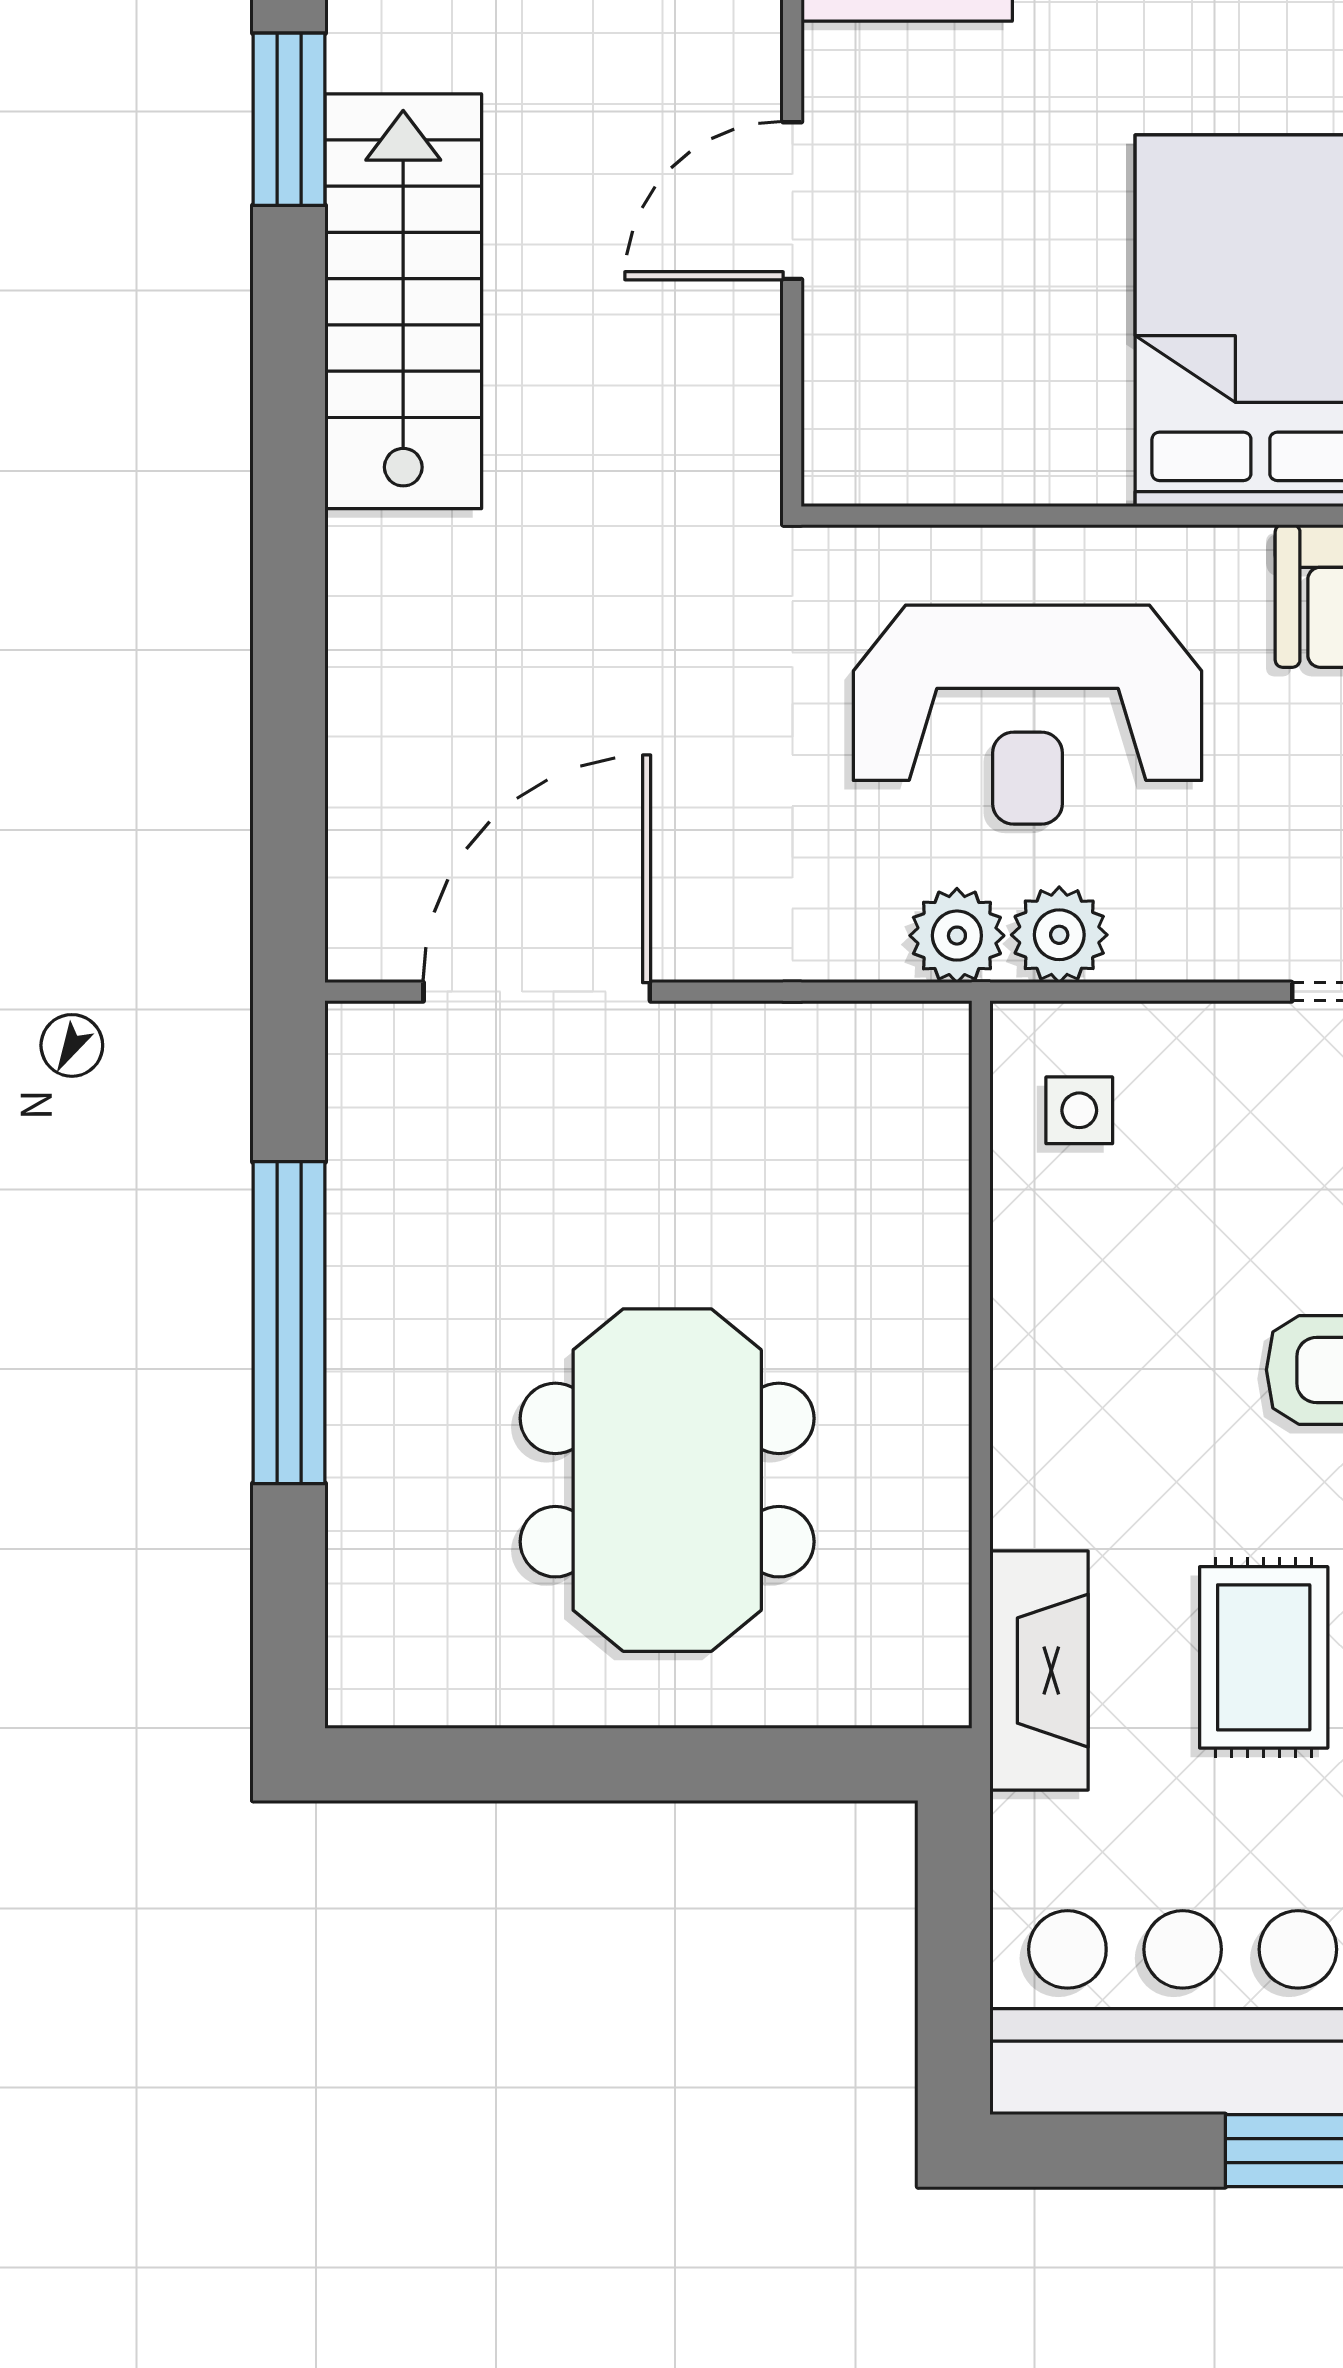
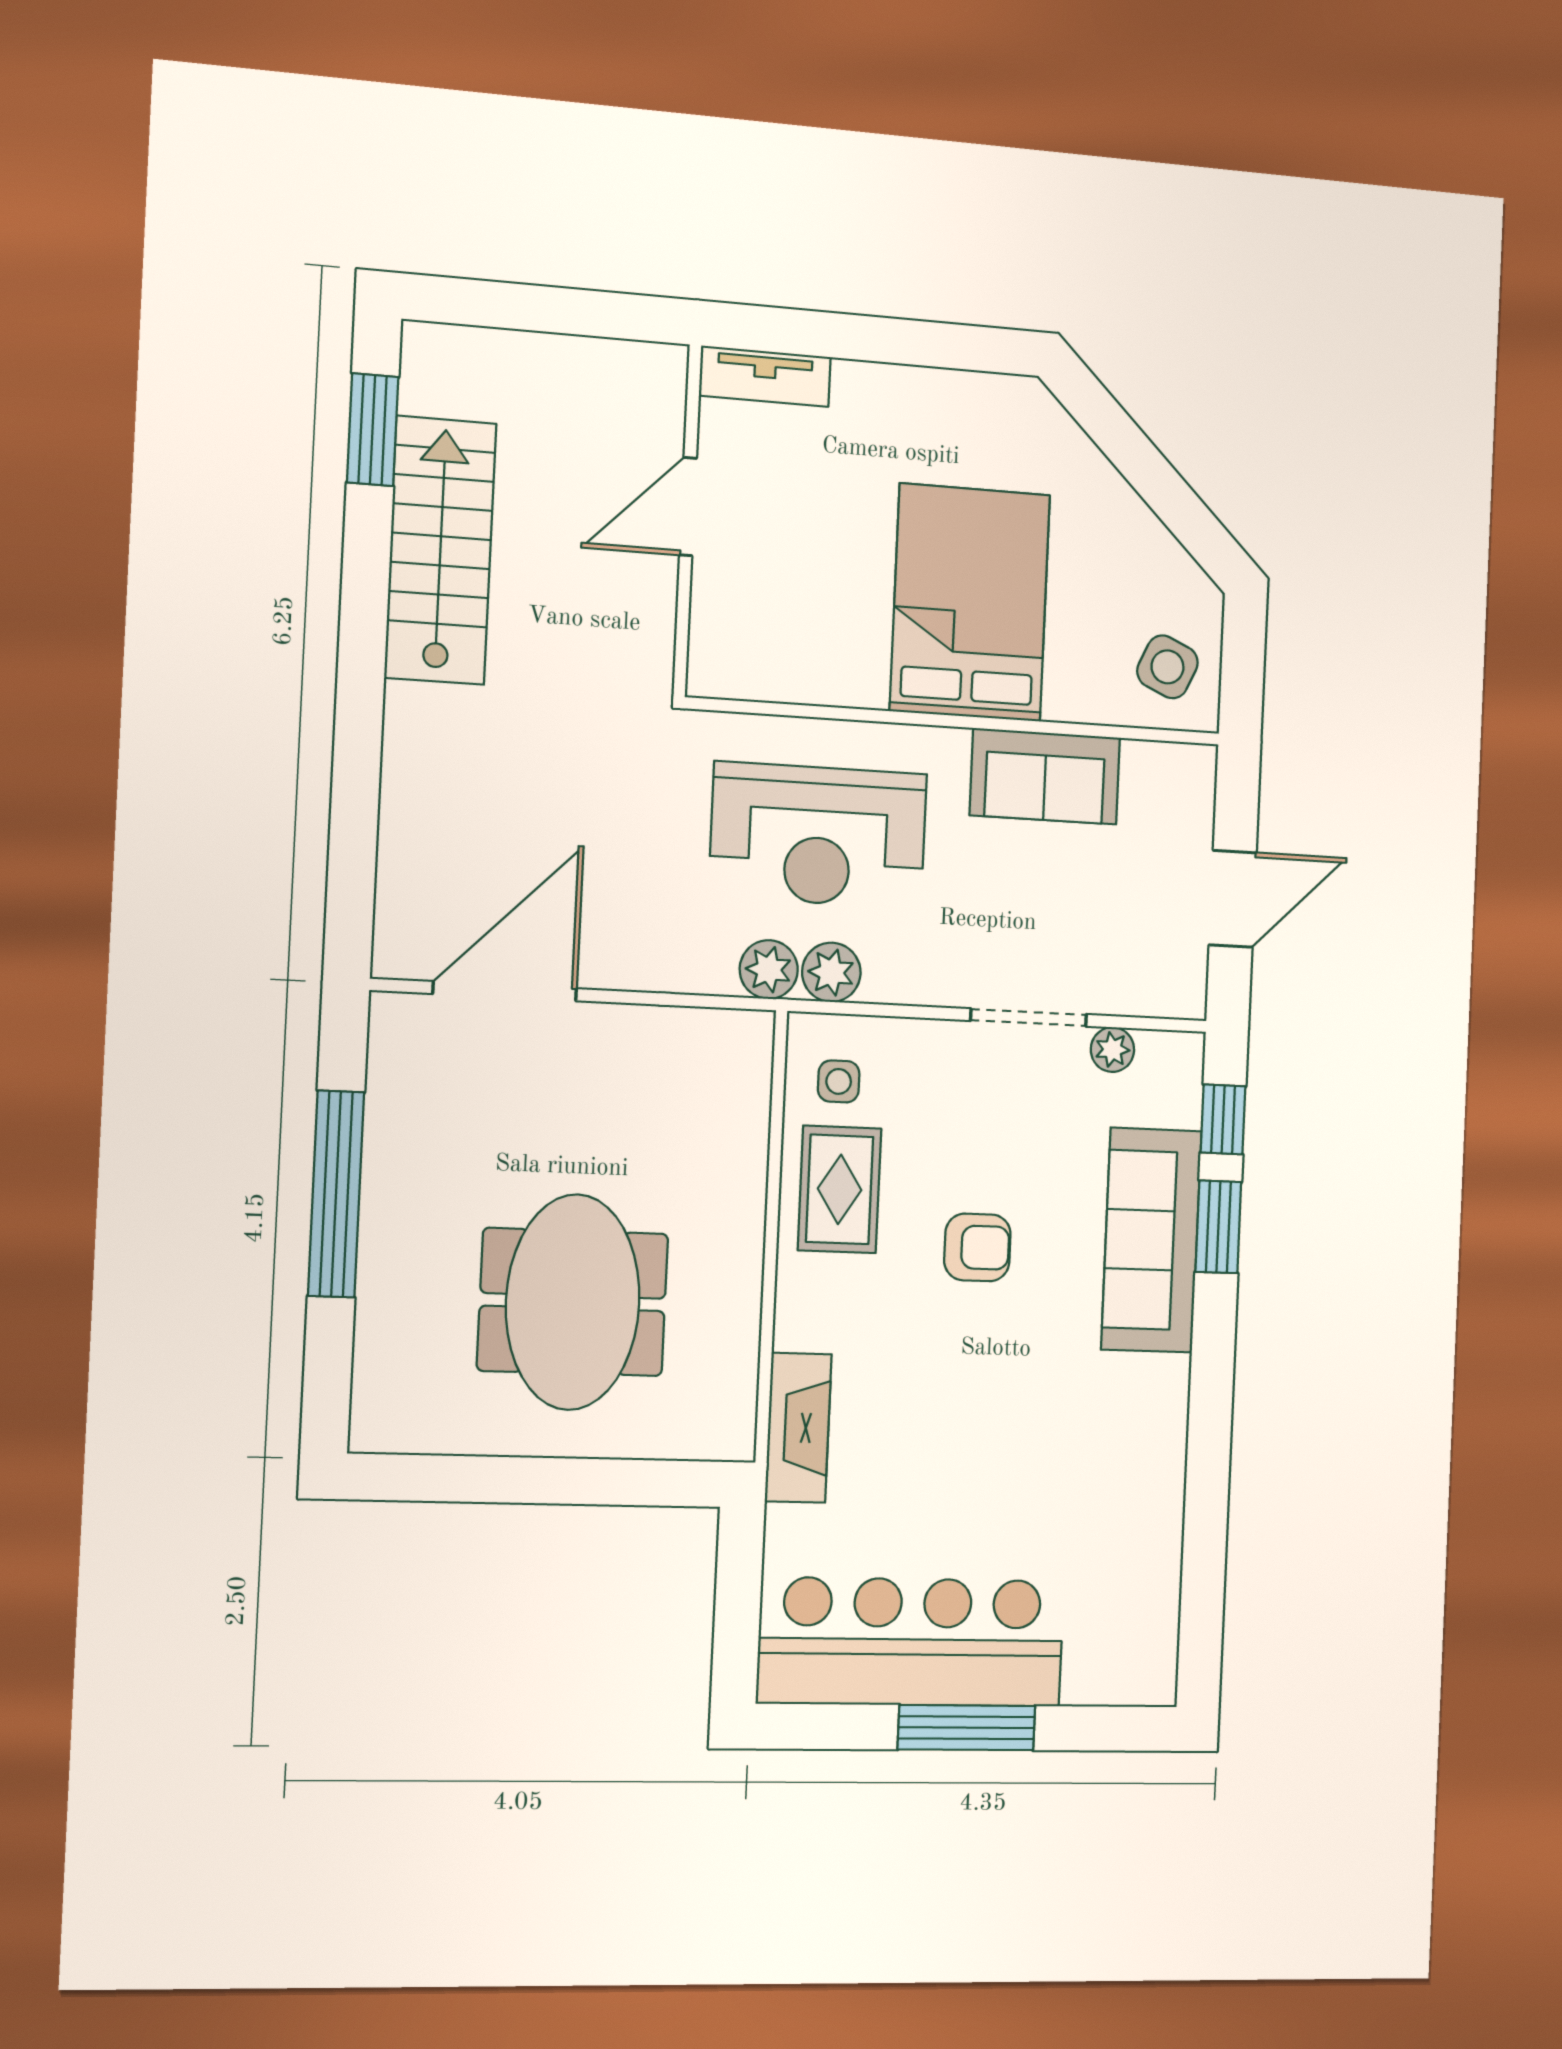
rug: (1264, 1657) -> (840, 1189), moved

